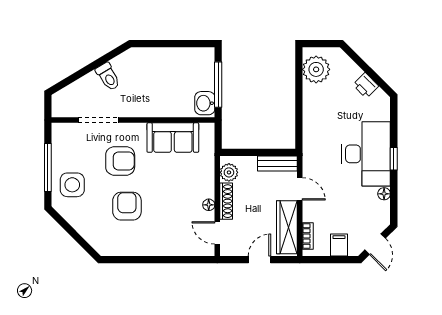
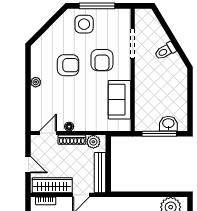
washbasin: (205, 103) -> (168, 124), moved
bench: (277, 164) -> (100, 173), width x1.36
plant: (150, 249) -> (36, 82), added

